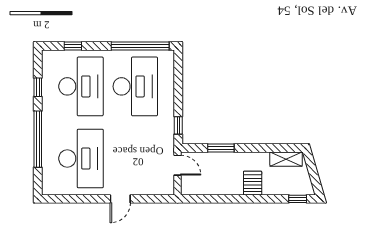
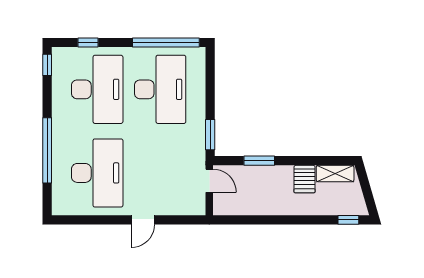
window: (38, 87) -> (47, 65), moved
window: (178, 125) -> (210, 135), width x1.50
server rack: (253, 183) -> (305, 179), moved, turned 180

